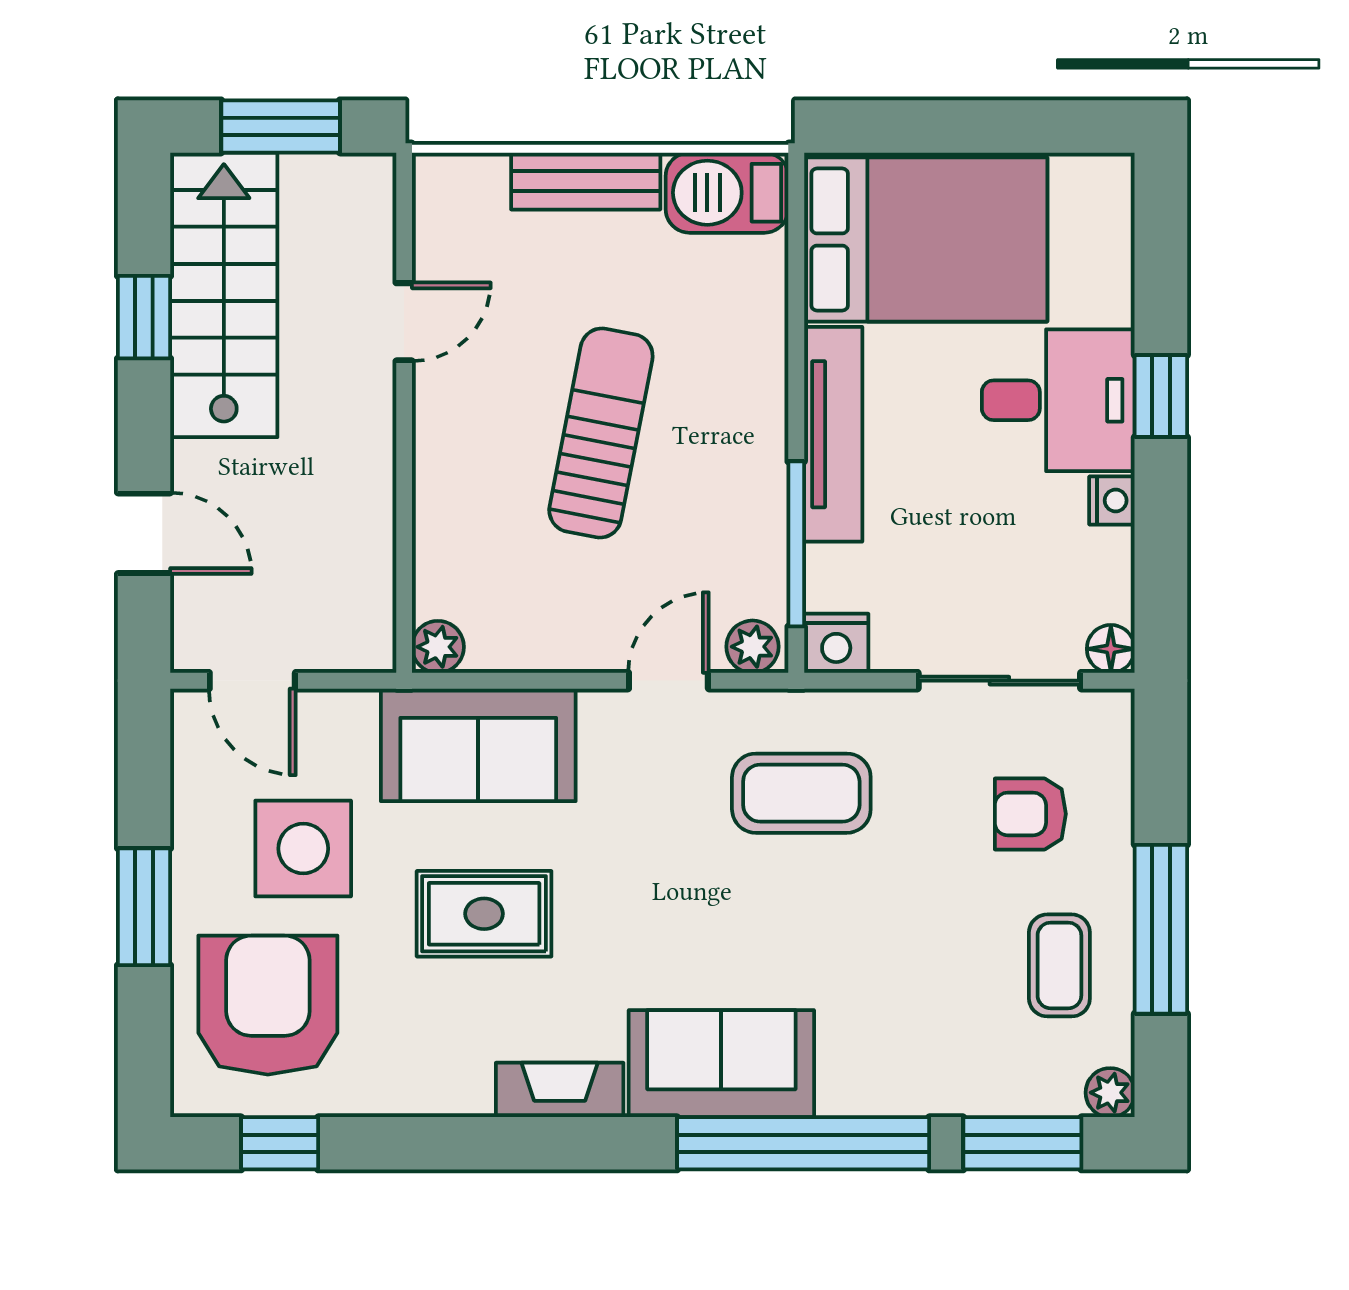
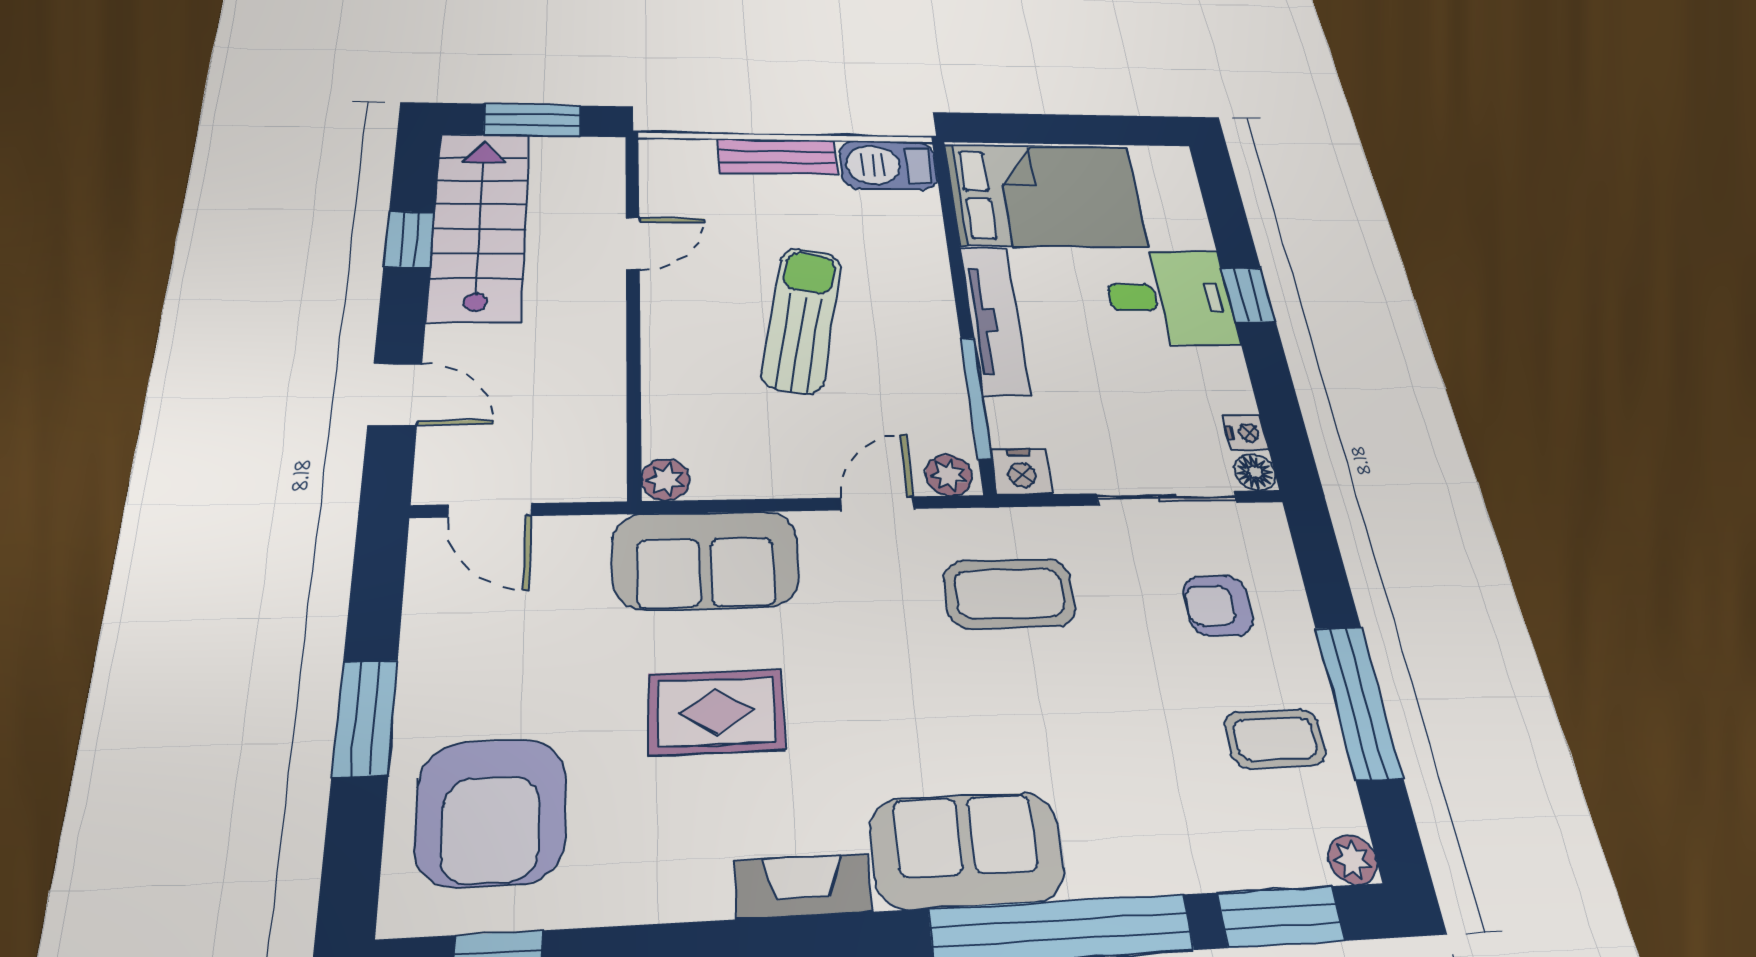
nightstand: (1112, 500) -> (1246, 433), moved
side table: (303, 849) -> (534, 657), removed
coffee table: (1059, 965) -> (1275, 739), turned 90
armchair: (268, 1005) -> (491, 812), turned 180

